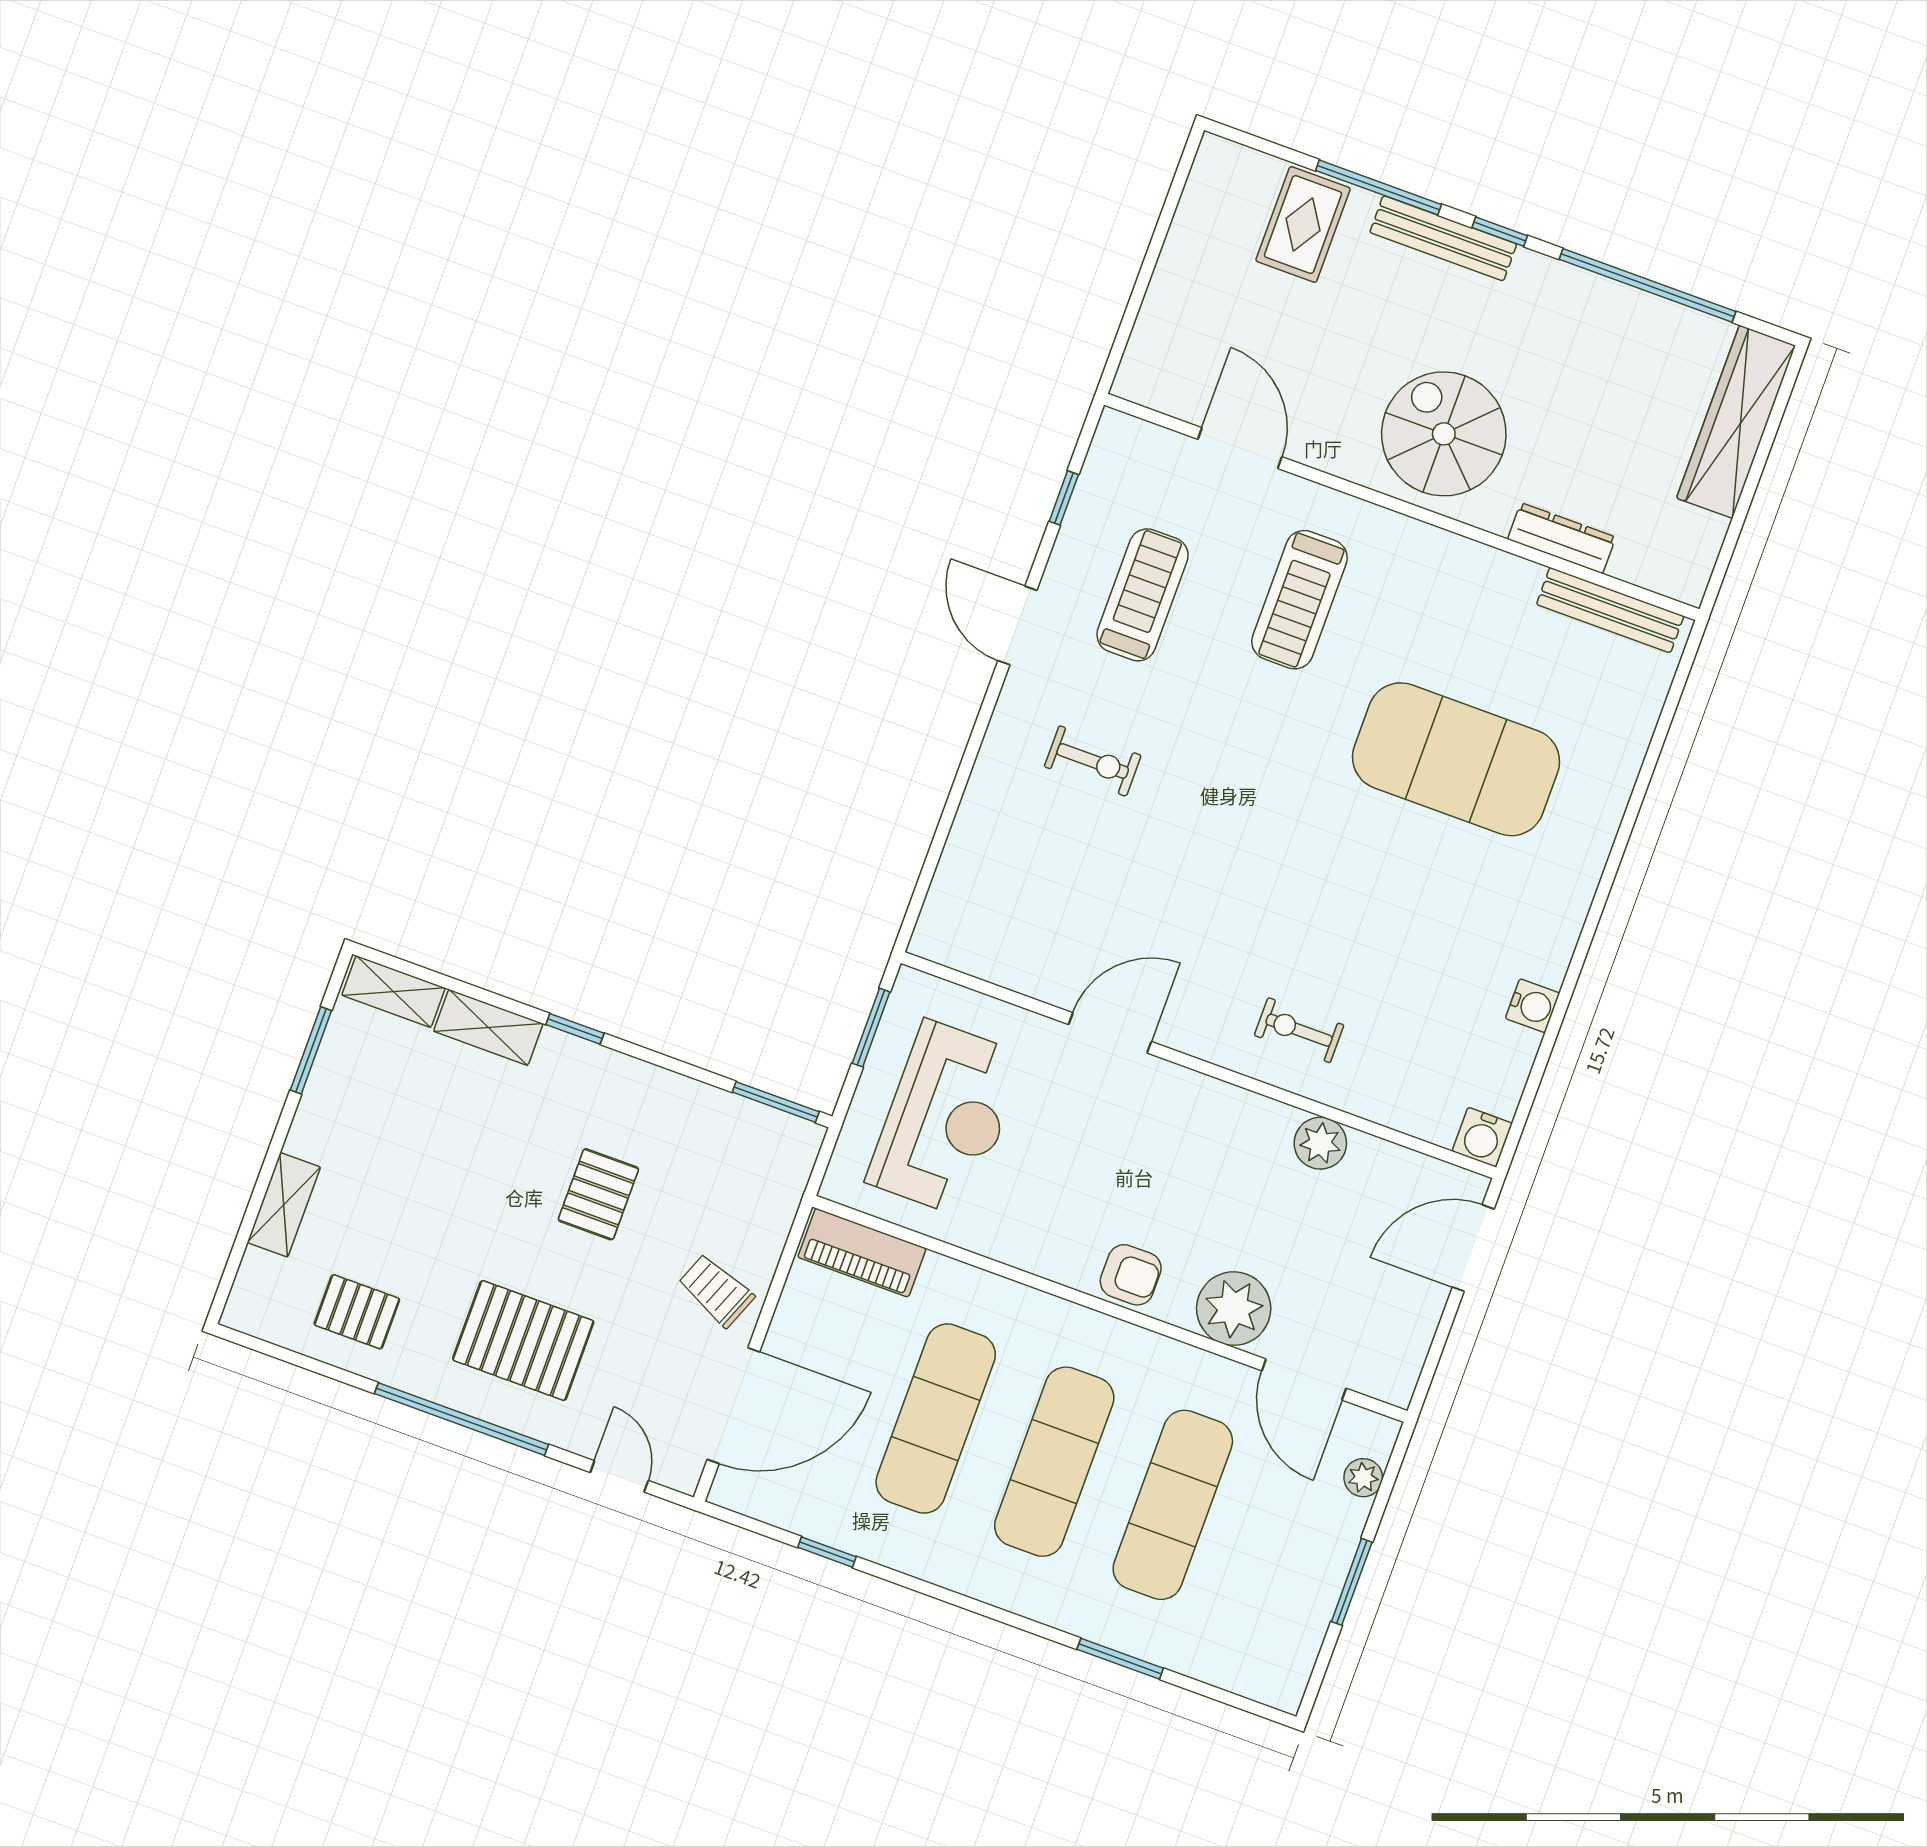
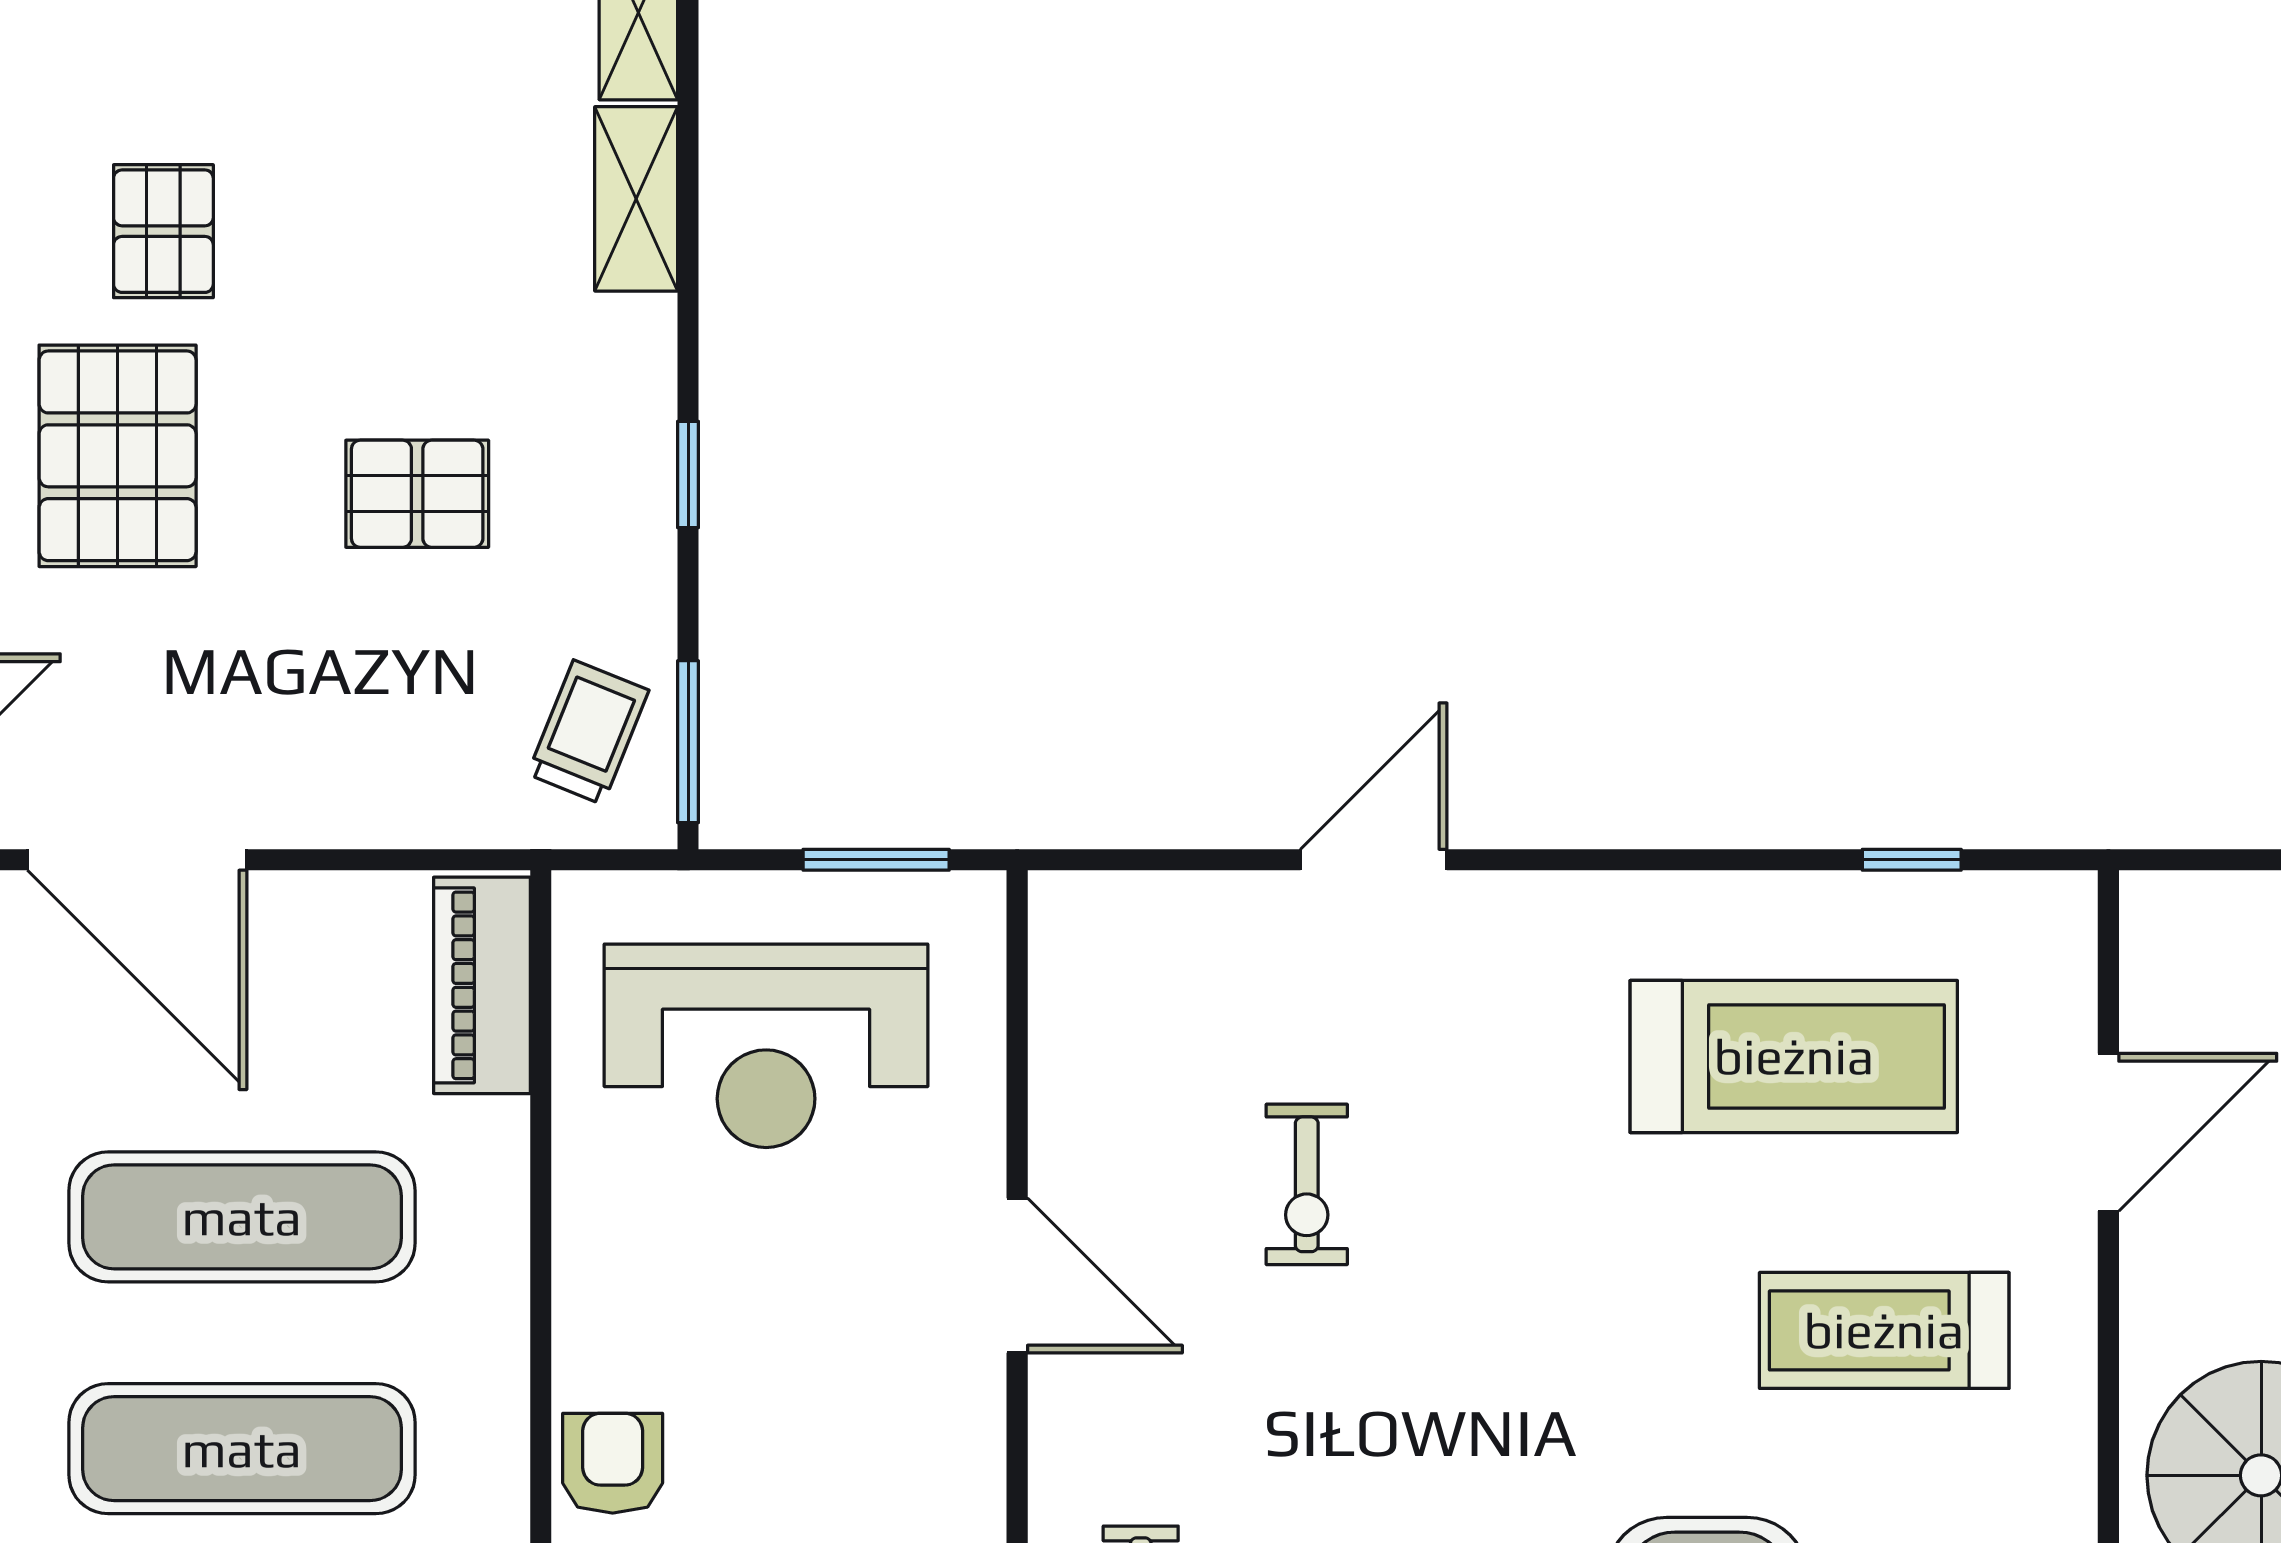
treadmill: (1143, 595) -> (1794, 1056), width x1.37, depth x1.38
door: (1017, 626) -> (1374, 860), moved
exercise bike: (1093, 761) -> (1307, 1184), moved
window: (575, 1029) -> (688, 474), moved
armchair: (1131, 1275) -> (613, 1463), turned 180
trolley: (716, 1290) -> (588, 732), moved
pallet: (357, 1312) -> (163, 231), moved

